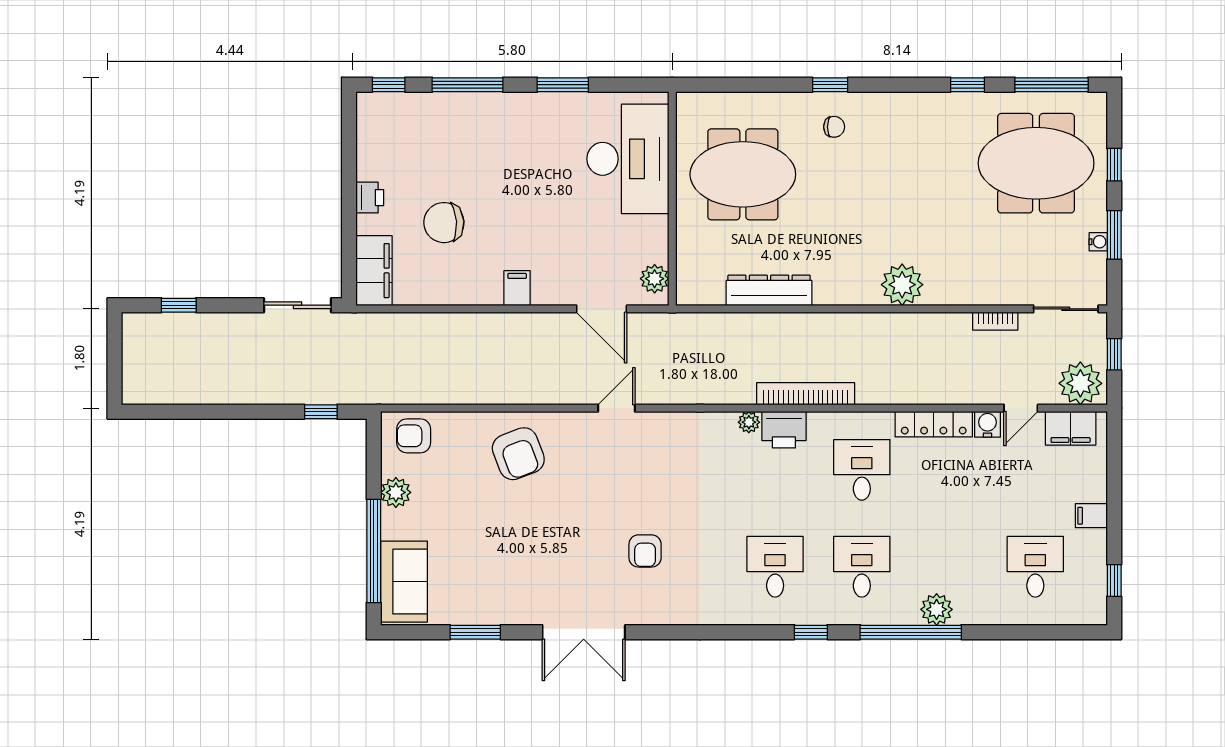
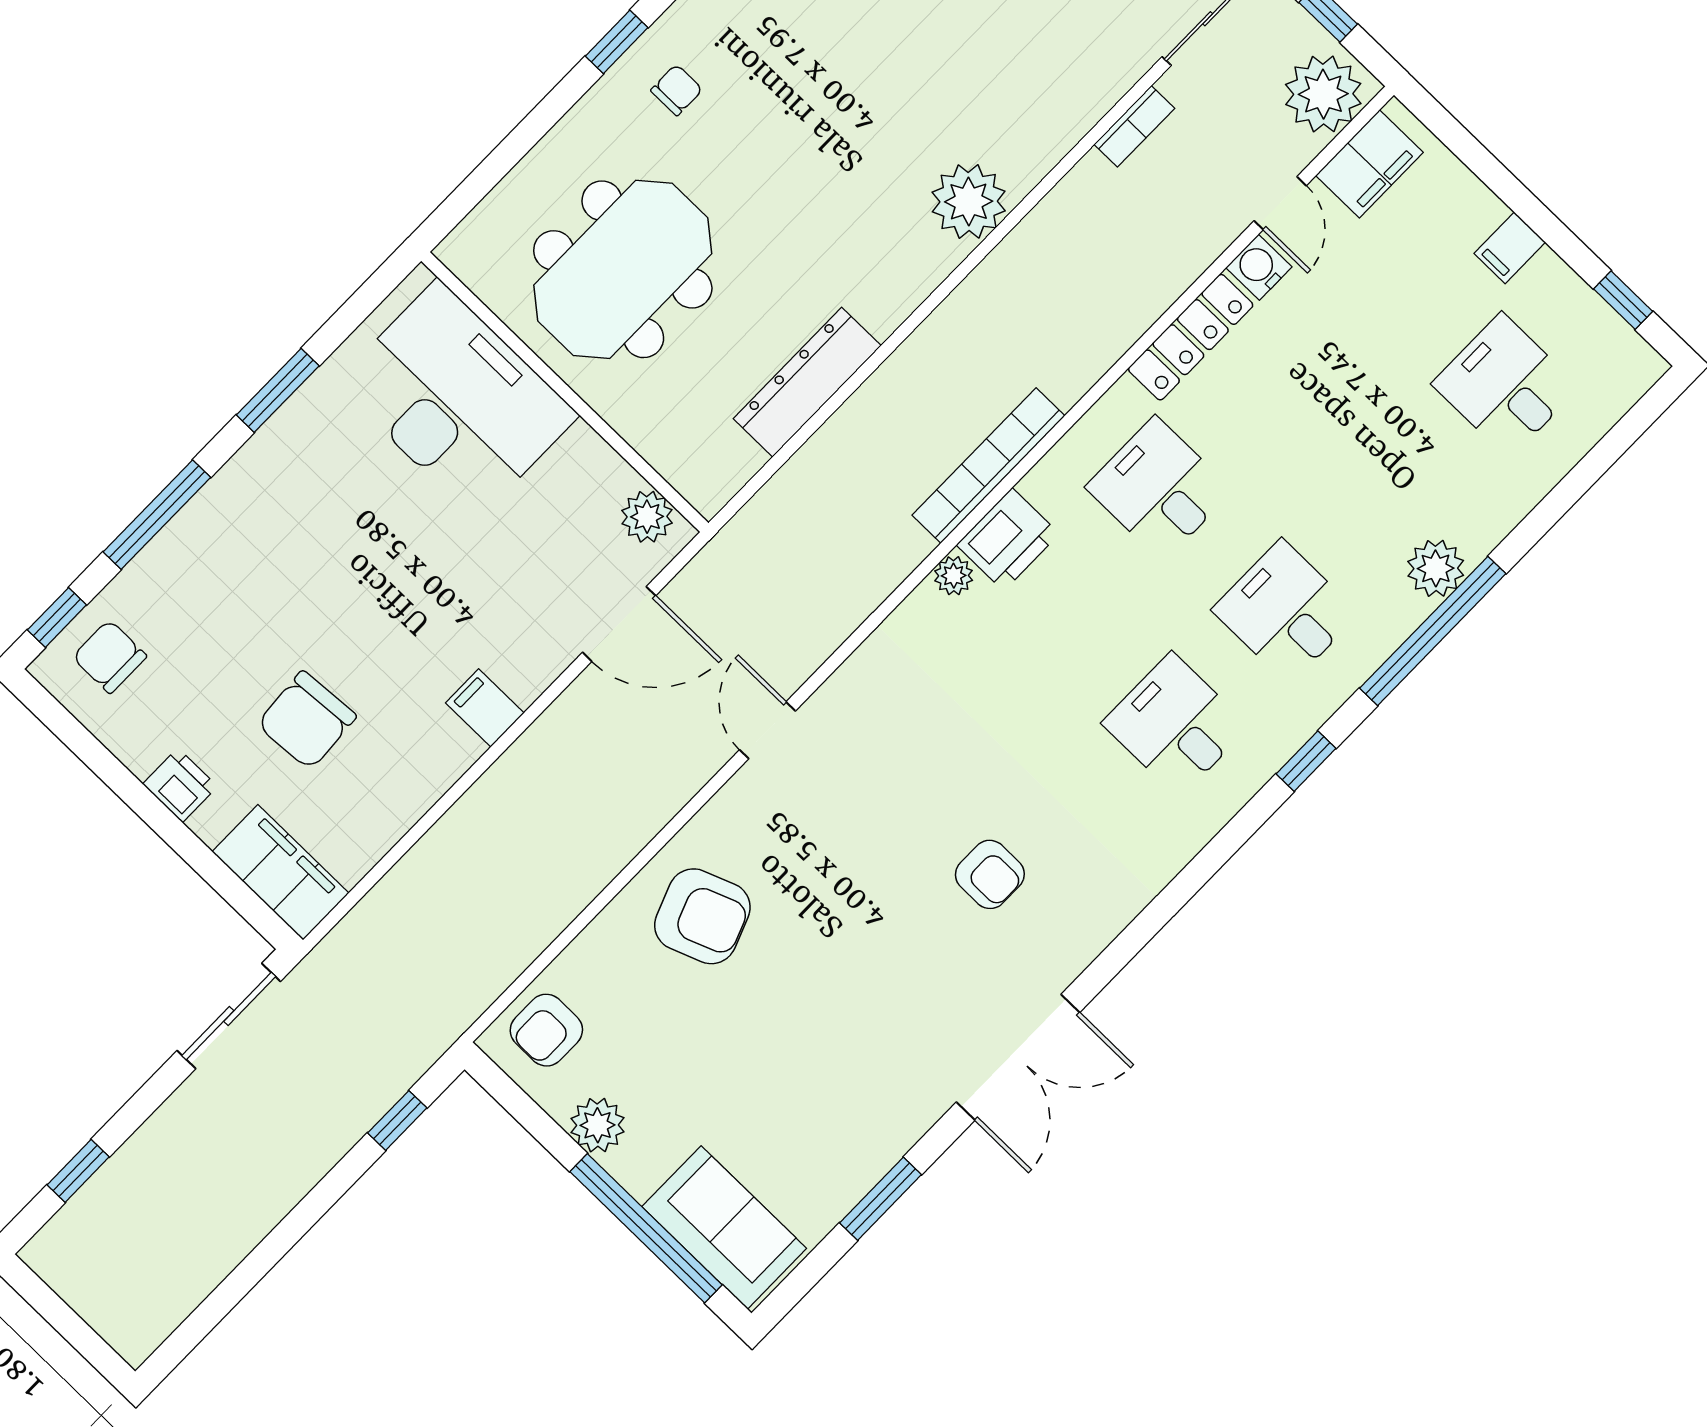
chair: (393, 120) -> (110, 657), added

